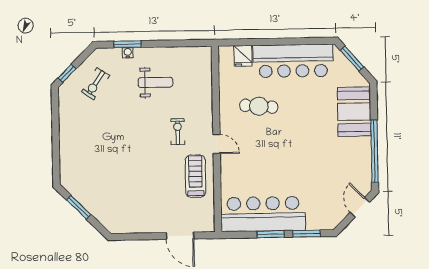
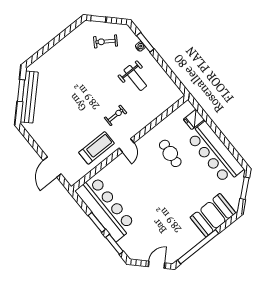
bench: (92, 204) -> (29, 97), added

